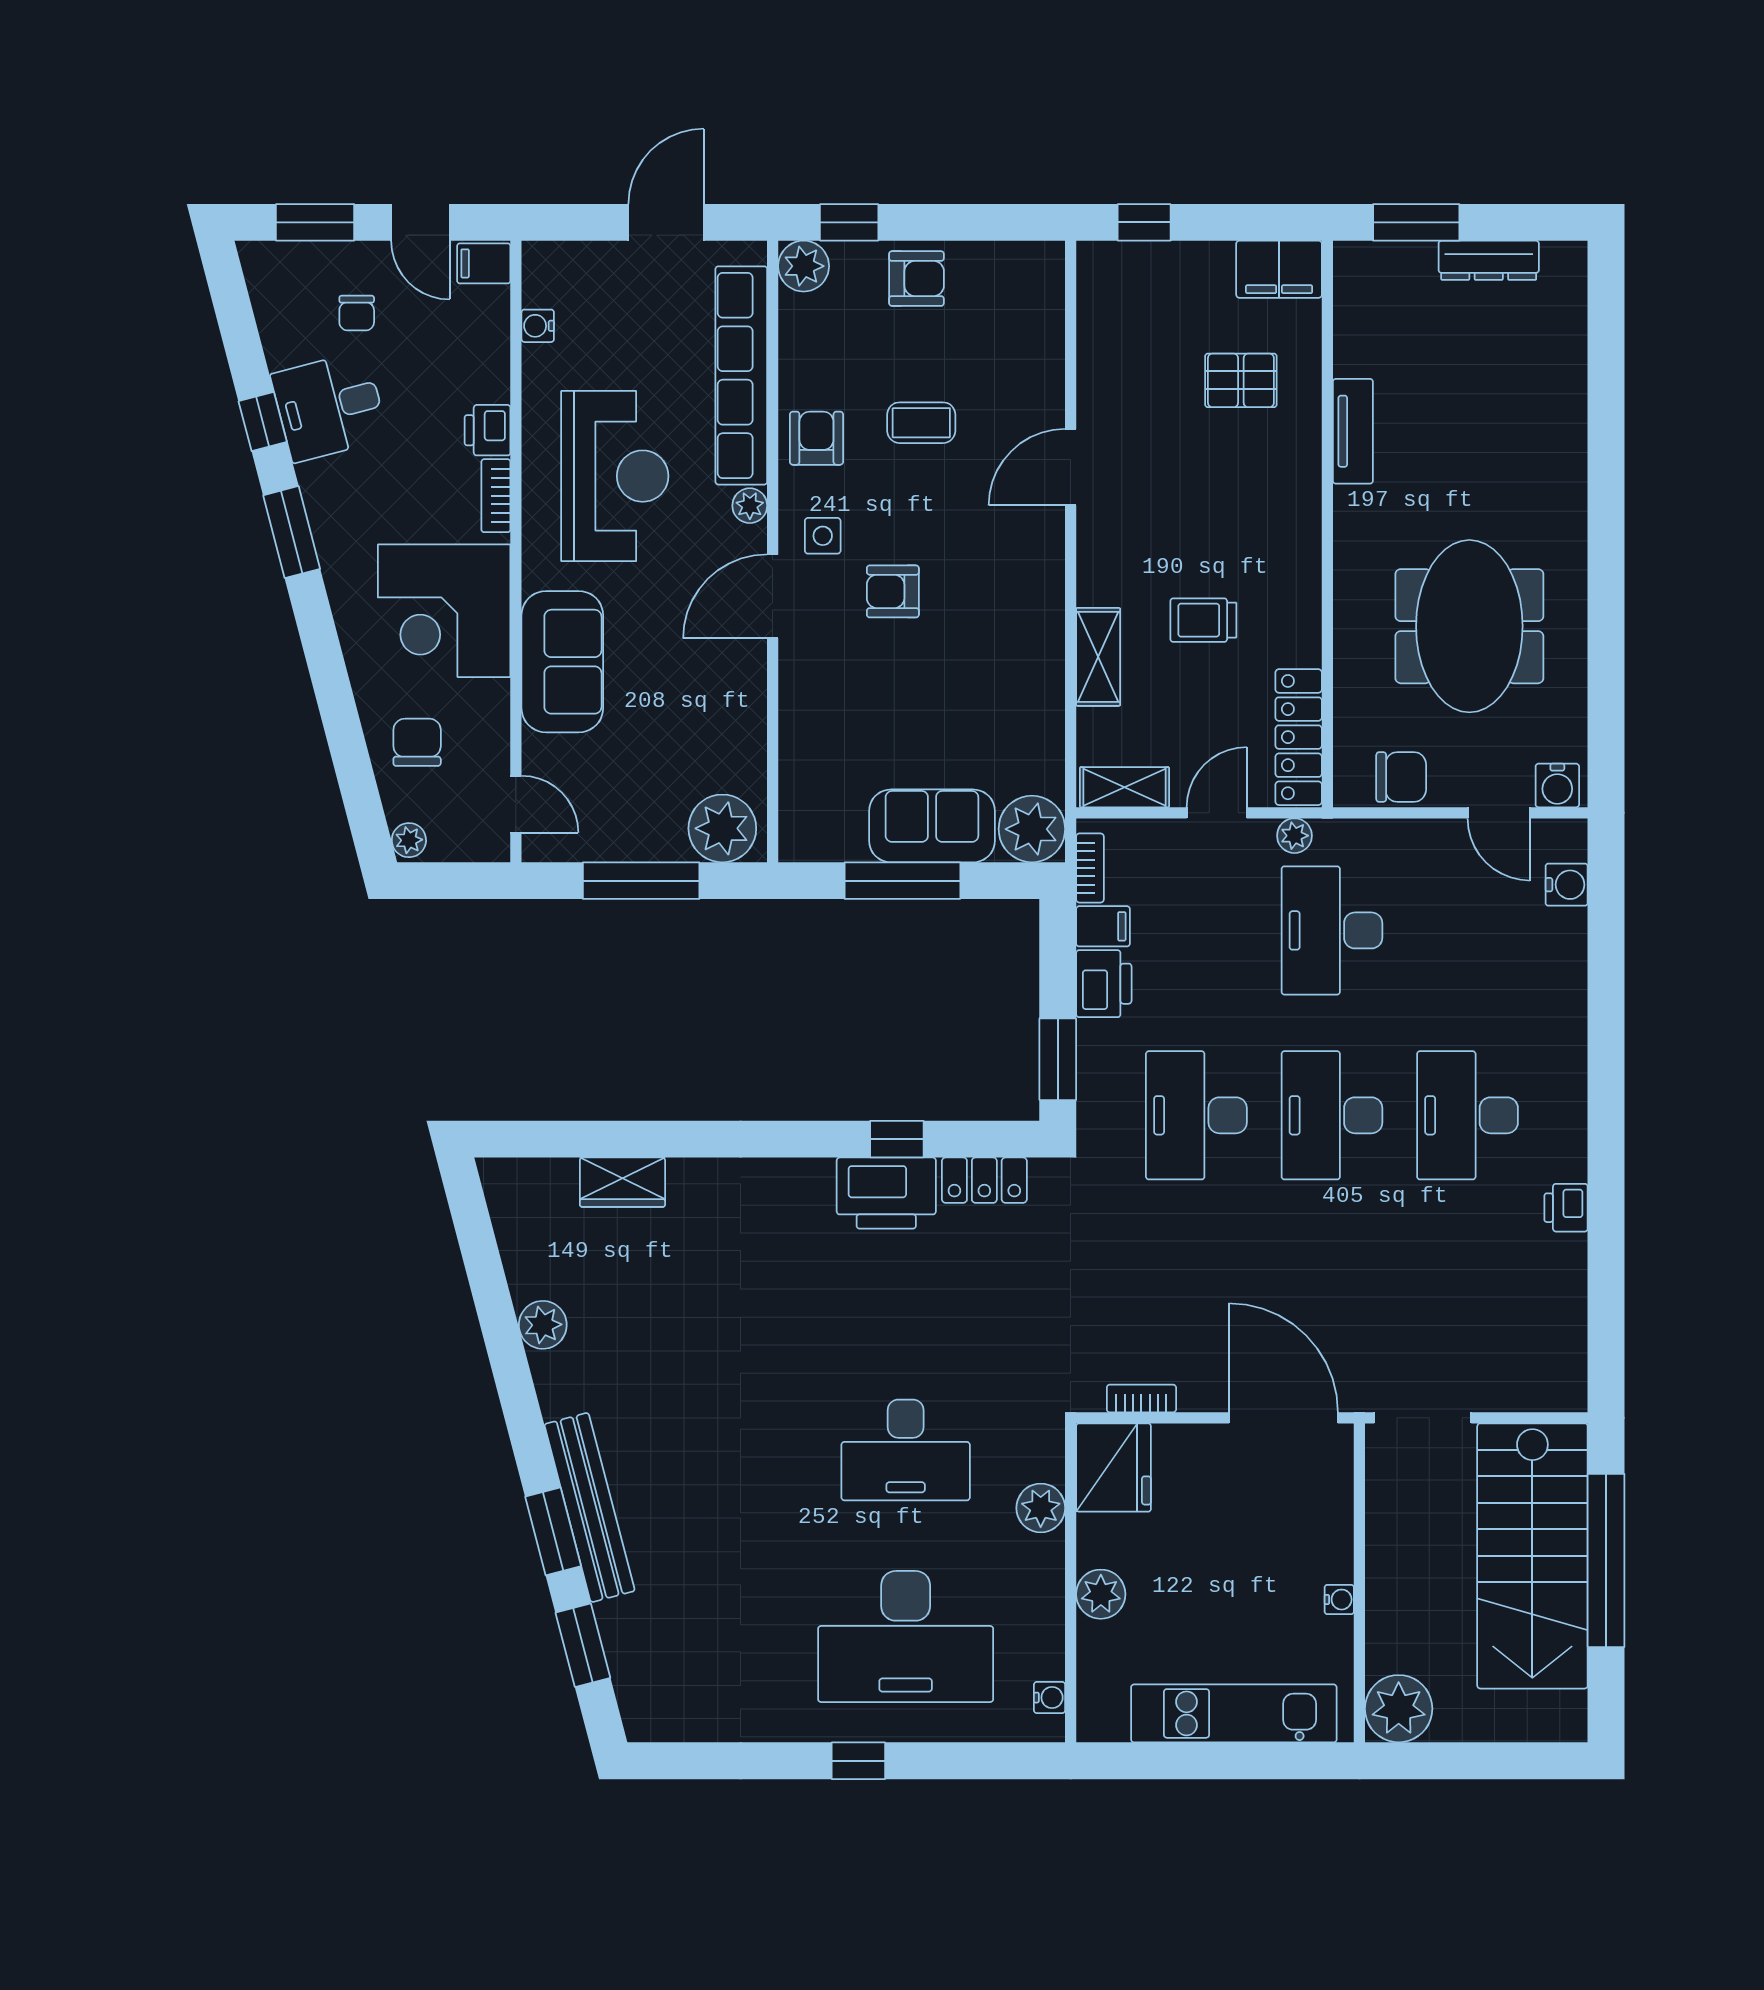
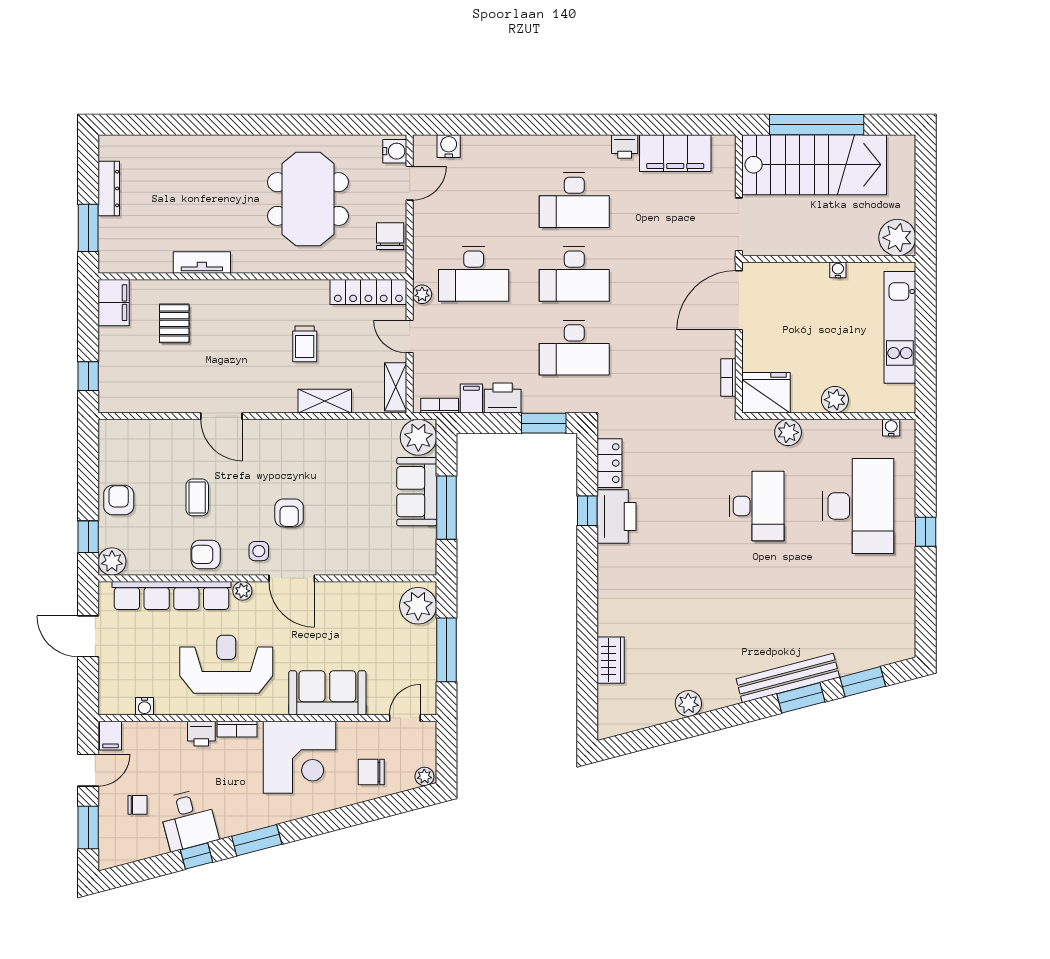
meeting table: (1469, 626) -> (308, 199), turned 90
filing cabinet: (1554, 1301) -> (675, 153), added

